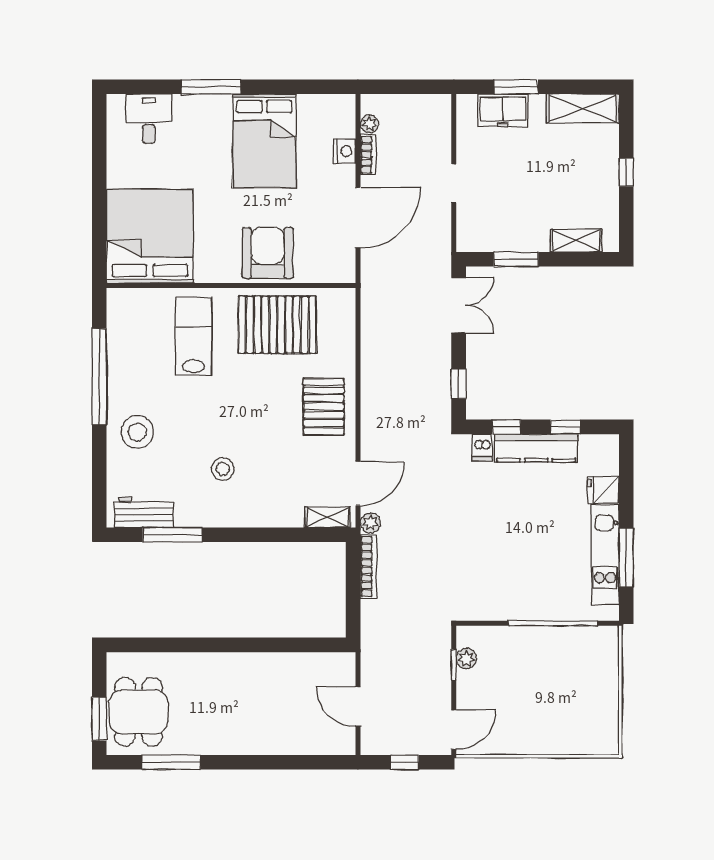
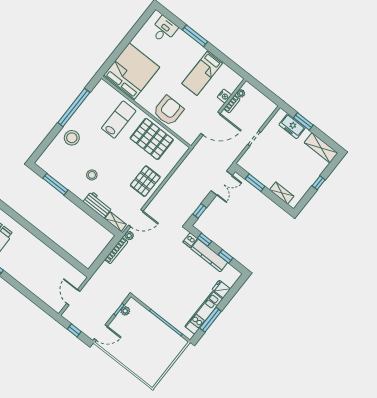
bed: (264, 141) -> (202, 73), width x0.67
workbench: (144, 512) -> (98, 205), moved

